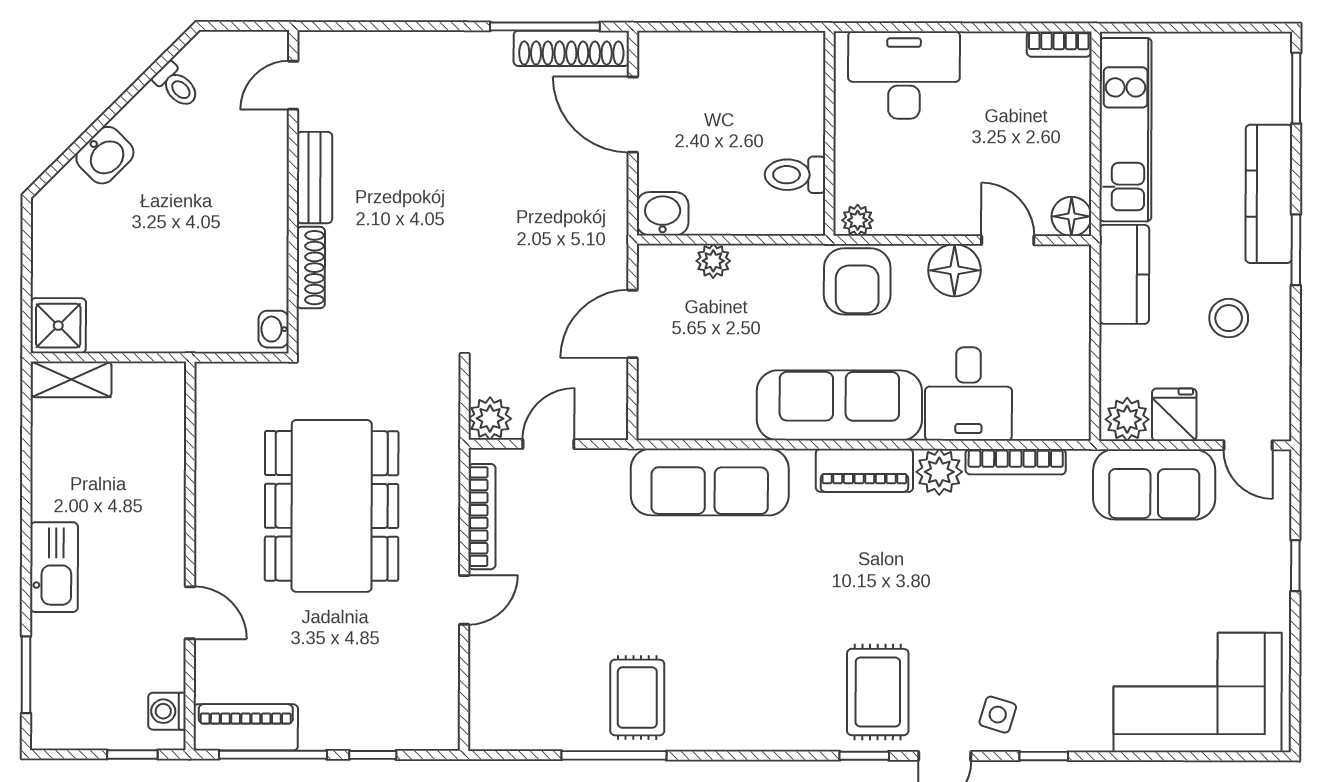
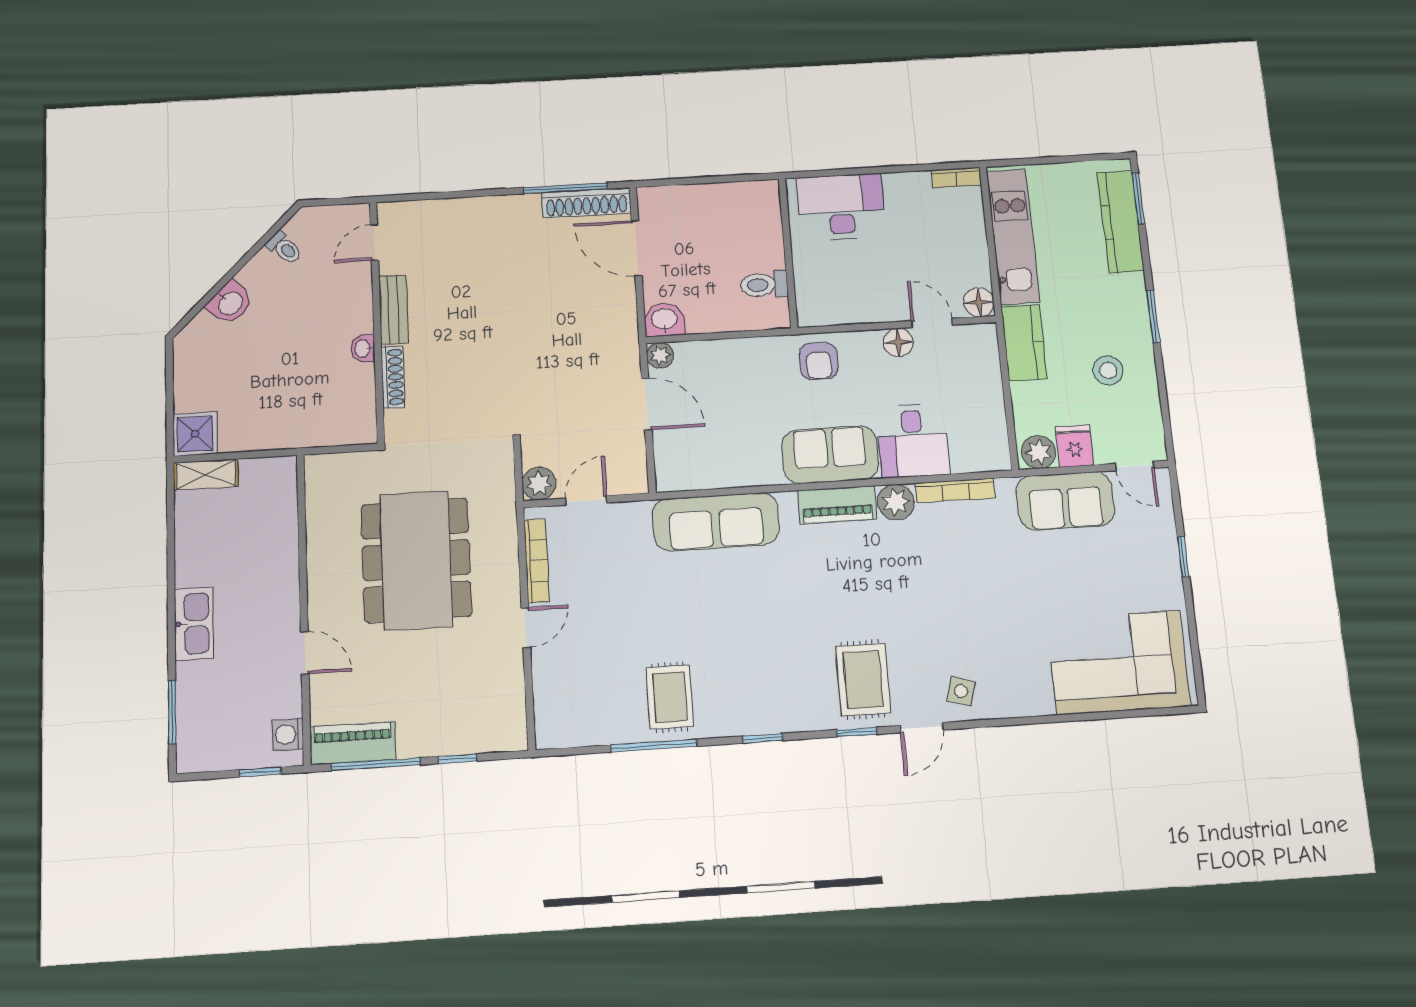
kitchen counter: (1269, 194) -> (1121, 222), moved
plant: (858, 220) -> (815, 315), removed
plant: (713, 261) -> (660, 355), moved
floor lamp: (955, 270) -> (898, 342), width x0.73, depth x0.73
armchair: (857, 281) -> (819, 361), width x0.72, depth x0.72
door: (633, 324) -> (647, 404), swing flipped
washbasin: (274, 329) -> (363, 349), moved
sofa: (839, 405) -> (830, 455), width x0.73
window: (1044, 756) -> (763, 738), moved

